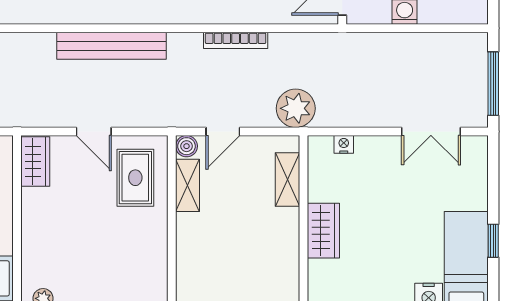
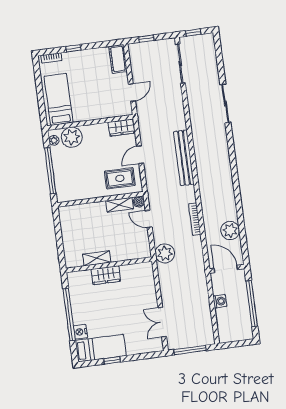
nightstand: (344, 144) -> (150, 280), removed
shelving: (288, 179) -> (97, 258), moved
plant: (41, 262) -> (72, 137), added

